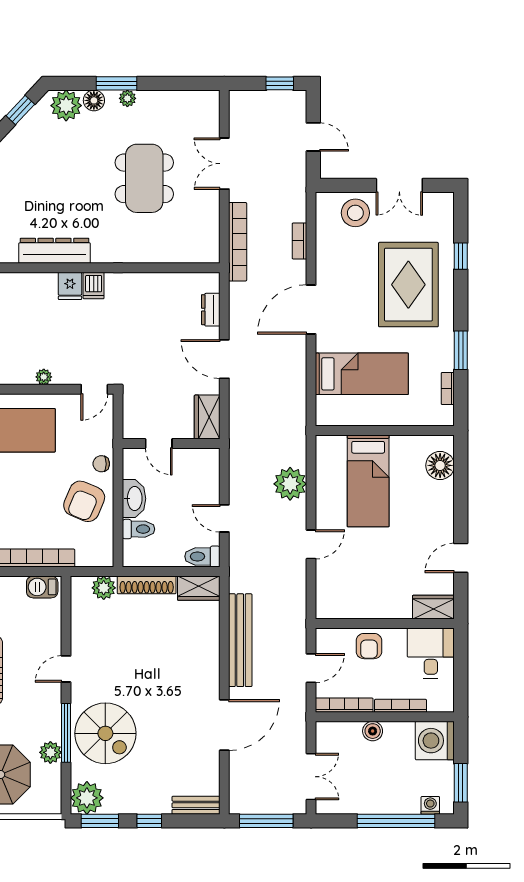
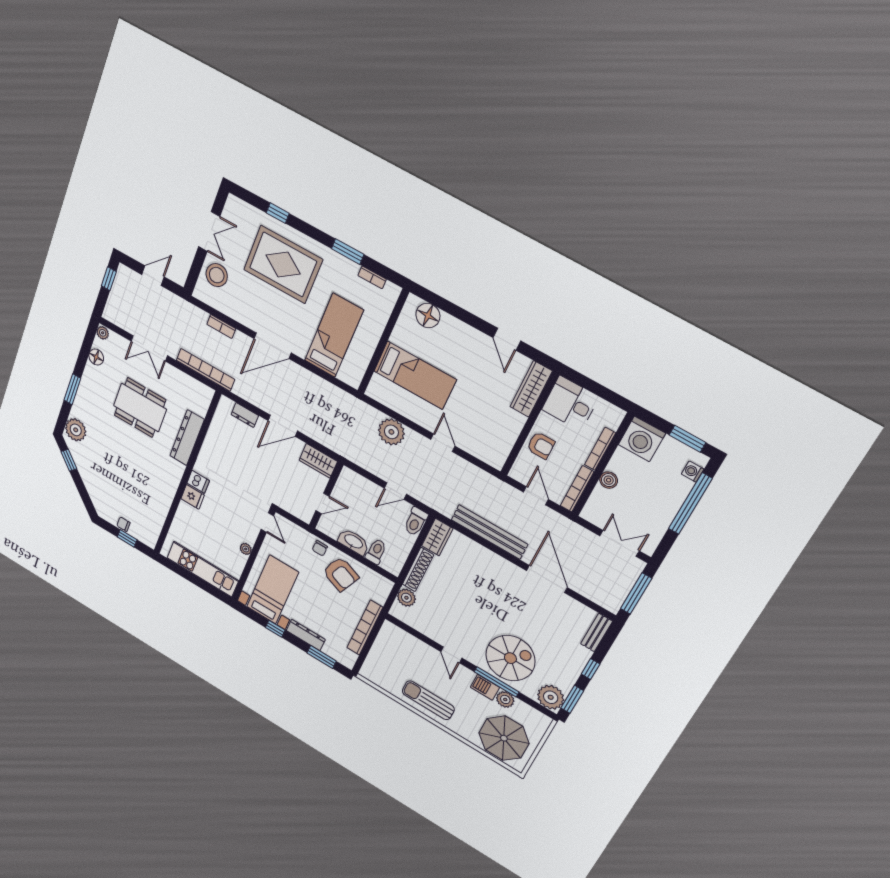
plant: (127, 98) -> (103, 333), moved
floor lamp: (94, 100) -> (96, 357), moved
dresser: (55, 251) -> (187, 438), moved
door: (311, 309) -> (273, 346), hinge flipped
barbecue: (42, 587) -> (485, 687), moved, turned 90
wardrobe: (433, 607) -> (531, 389), width x1.50

